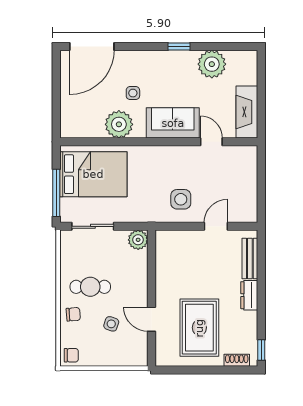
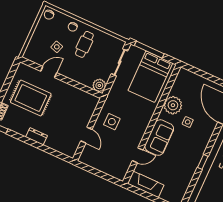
plant: (212, 64) -> (183, 177), removed
bench: (250, 259) -> (58, 147), removed

